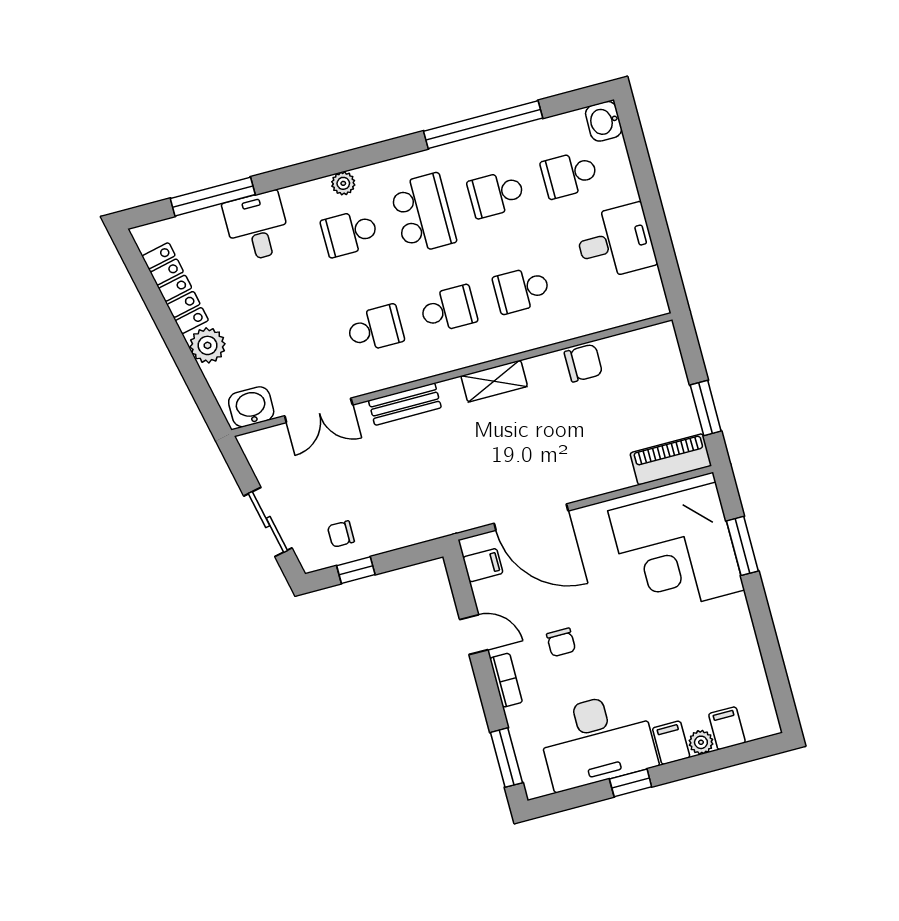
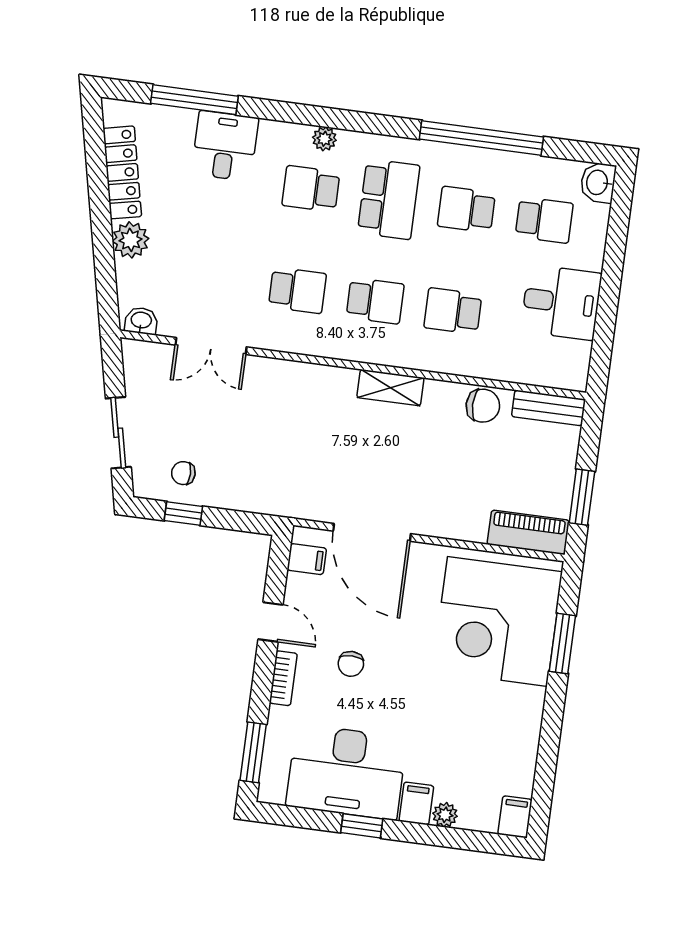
school desk: (569, 175) -> (544, 220), turned 180
bench: (405, 404) -> (549, 408), moved
washbasin: (251, 407) -> (141, 321), width x0.72, depth x0.69
filing cabinet: (727, 728) -> (515, 817), moved

